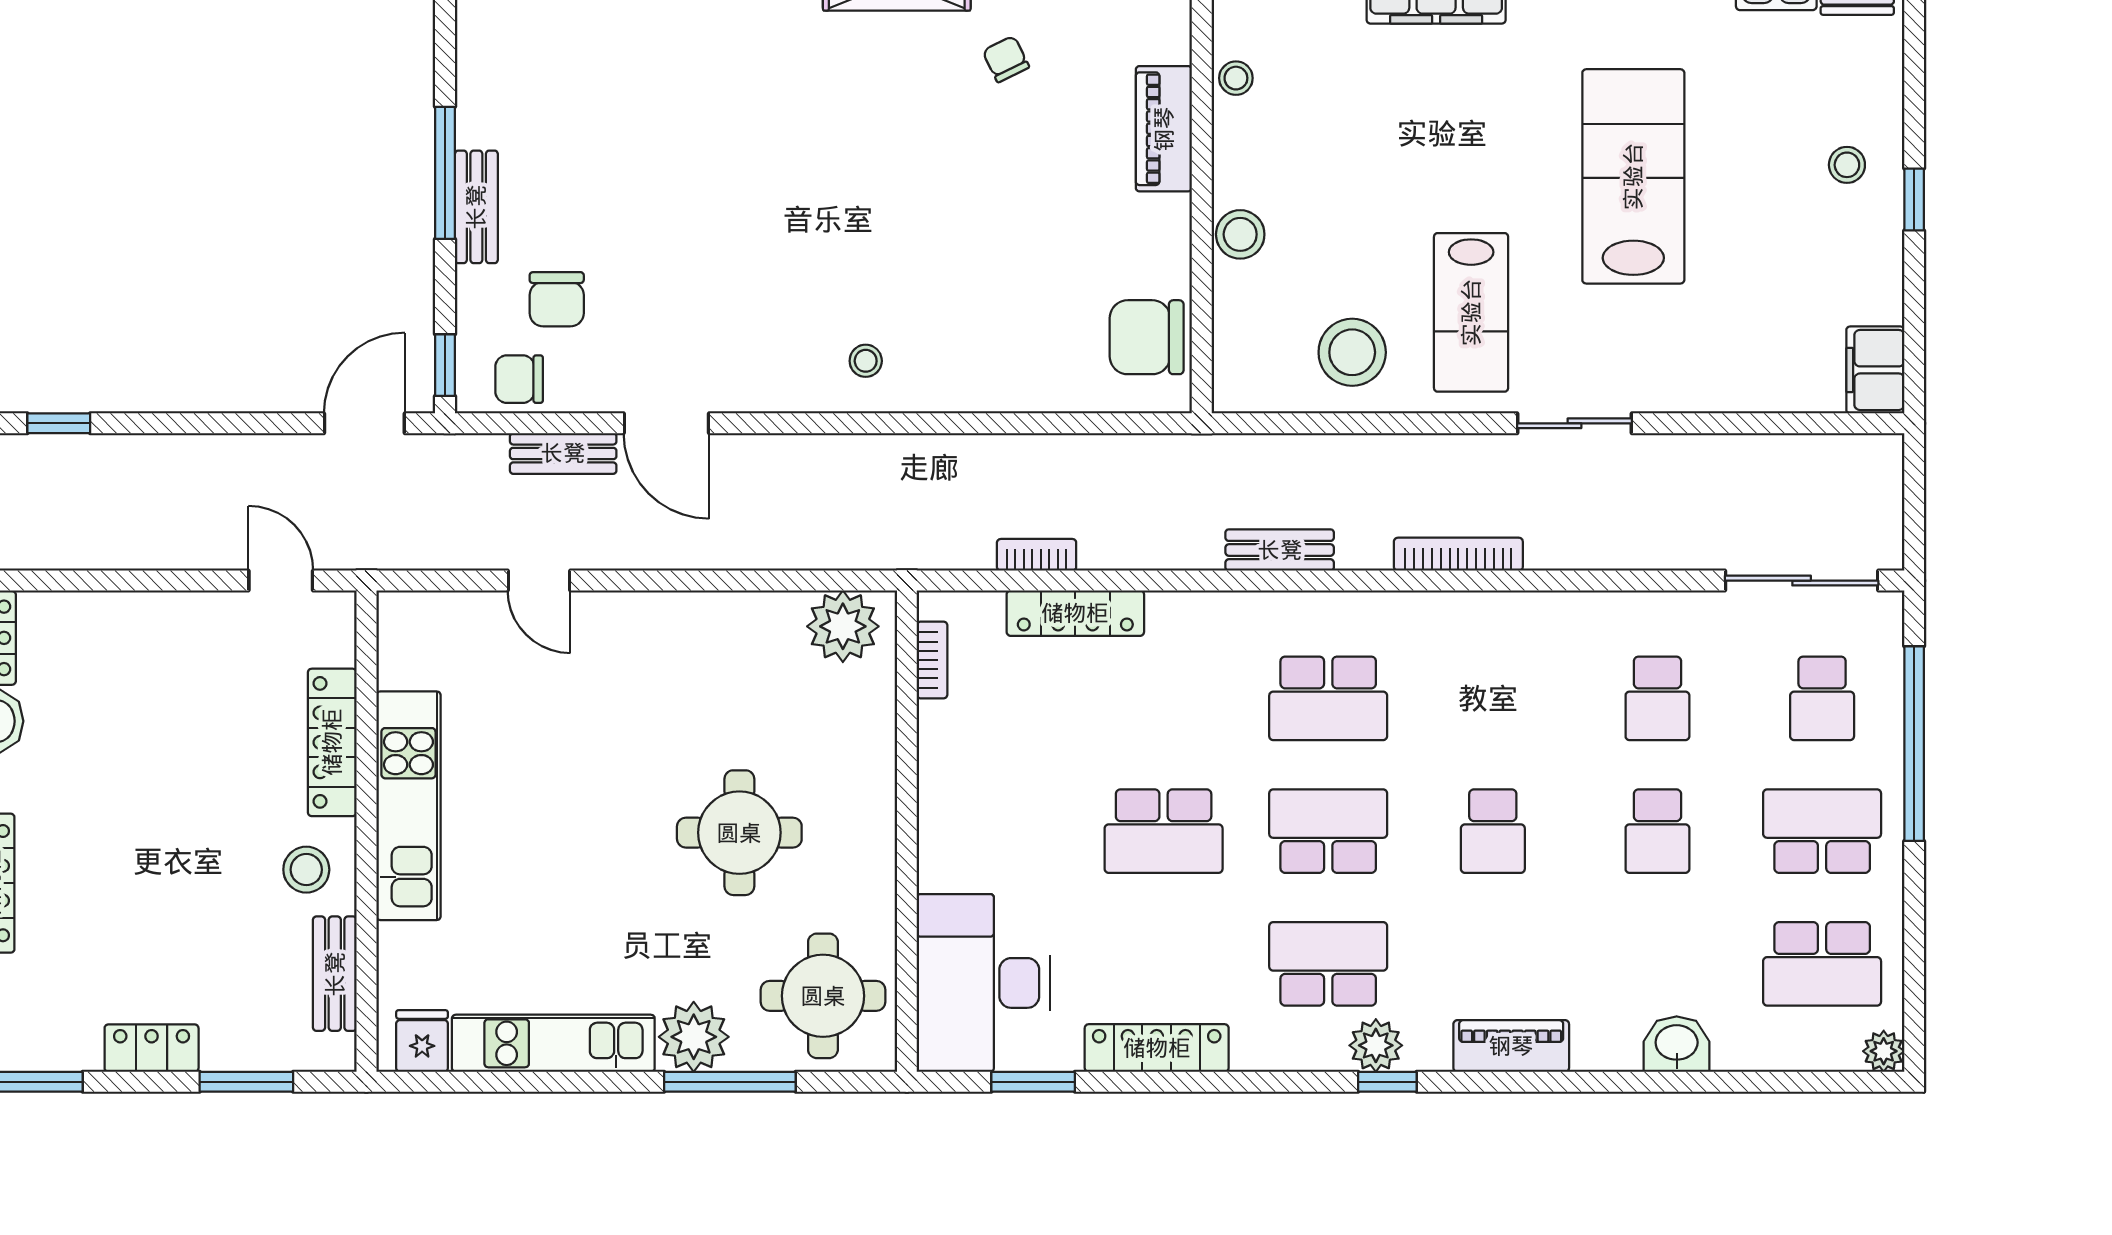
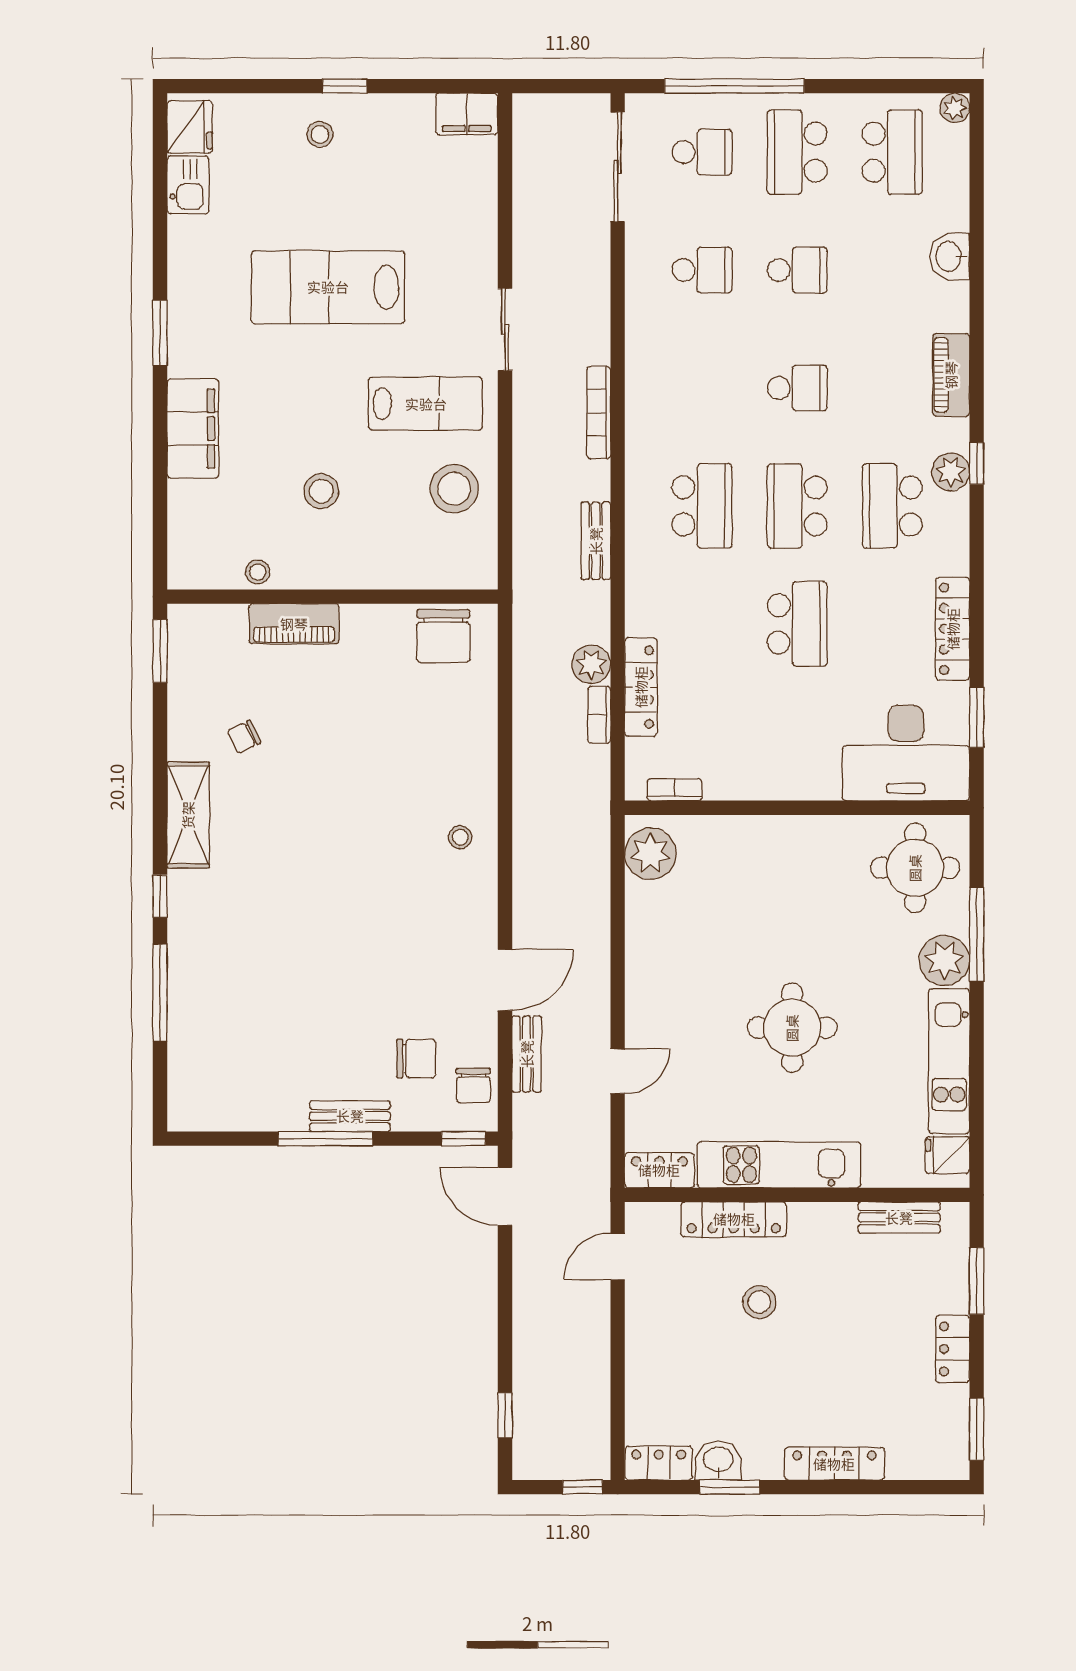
stool: (1240, 234) -> (321, 491), moved
plant: (1107, 544) -> (591, 664), added
locker: (401, 639) -> (659, 1170), added
round table: (739, 833) -> (792, 1028), moved
stool: (306, 870) -> (759, 1302), moved

